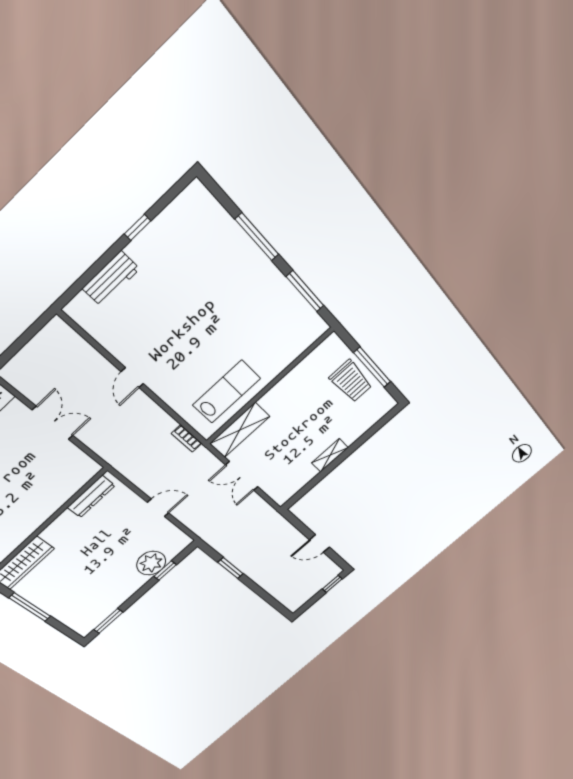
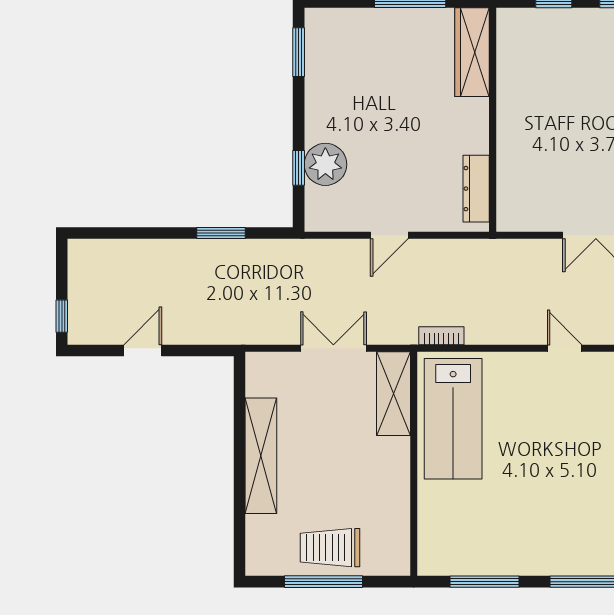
lab bench: (227, 392) -> (453, 419), width x1.36, depth x1.39
shelving: (330, 455) -> (261, 456), width x2.20, depth x1.33

